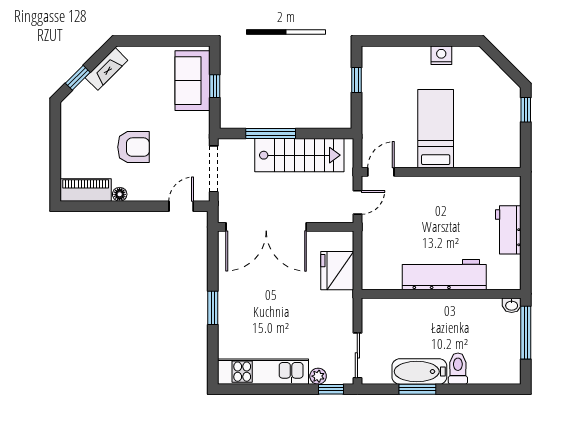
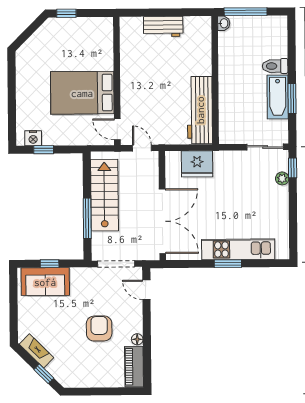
nightstand: (441, 55) -> (33, 138), moved, turned -90
bed: (436, 129) -> (82, 93), width x1.50
workbench: (444, 275) -> (200, 110), moved
kitchen unit: (263, 372) -> (238, 249), moved, turned 90

